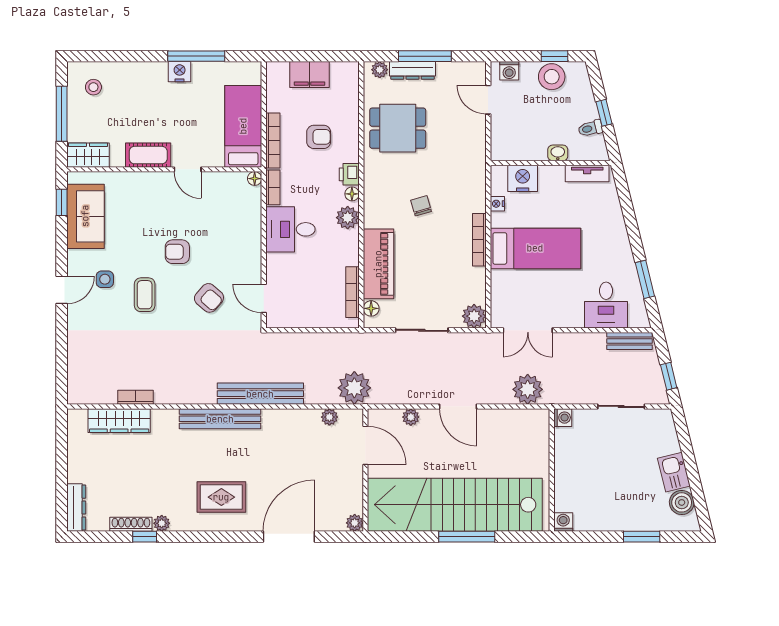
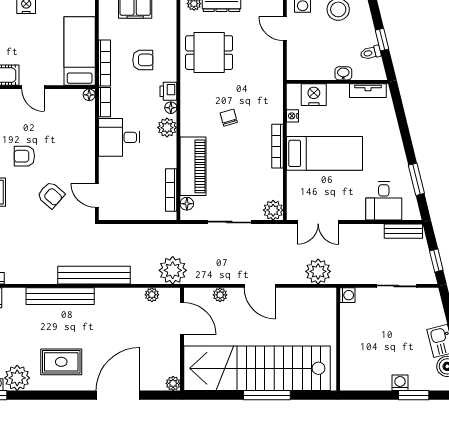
washing machine: (563, 522) -> (400, 383), moved
plant: (162, 523) -> (17, 378), width x1.88, depth x1.88

